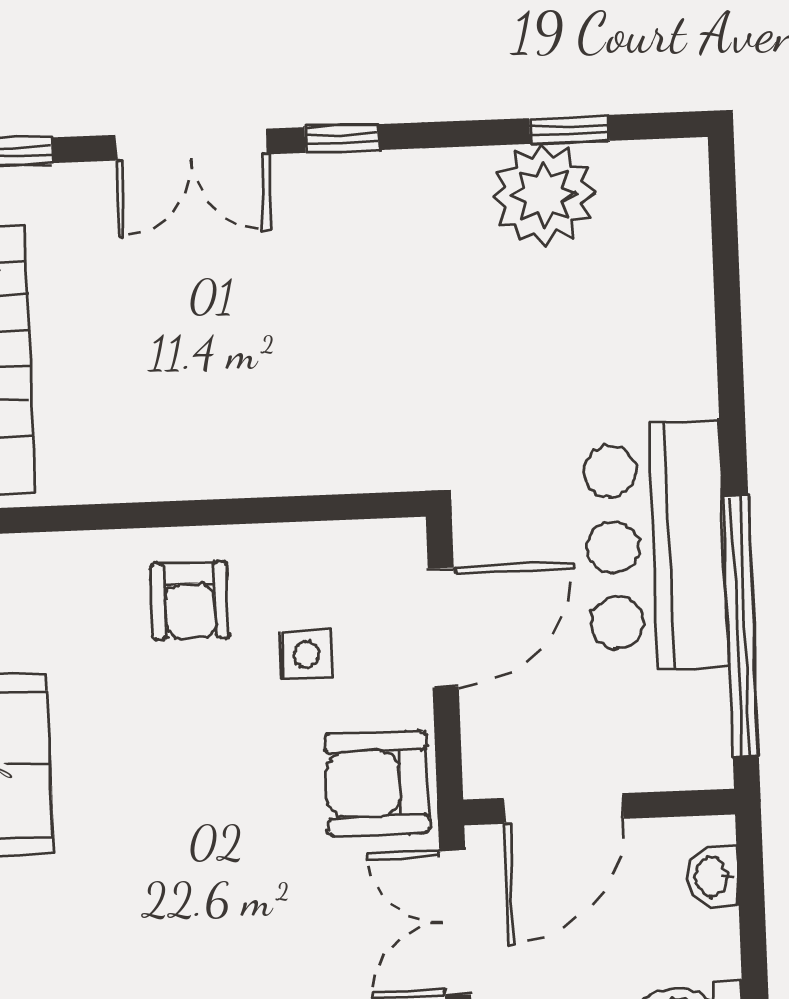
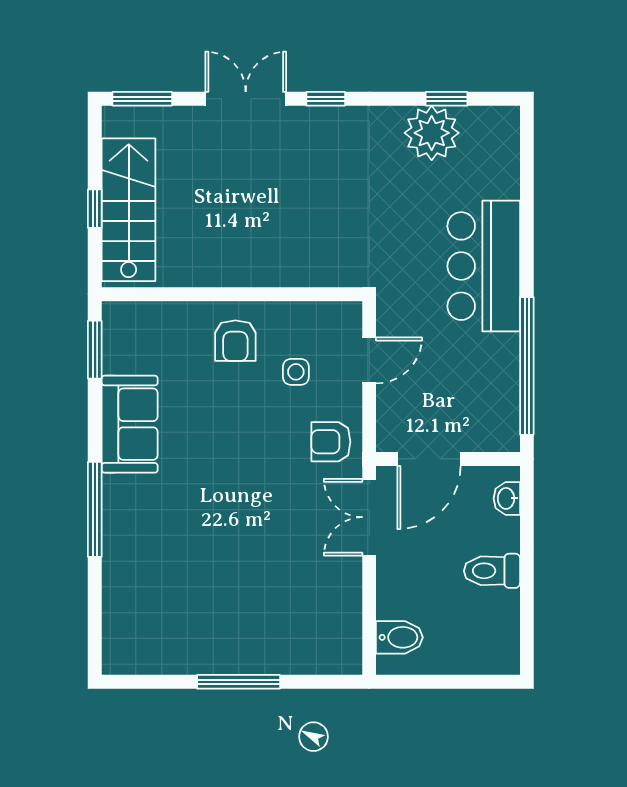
double door: (191, 145) -> (246, 99), swing flipped
bar counter: (656, 546) -> (484, 266), moved
door: (443, 628) -> (369, 360), width x0.73
armchair: (377, 784) -> (331, 442), width x0.72, depth x0.72

